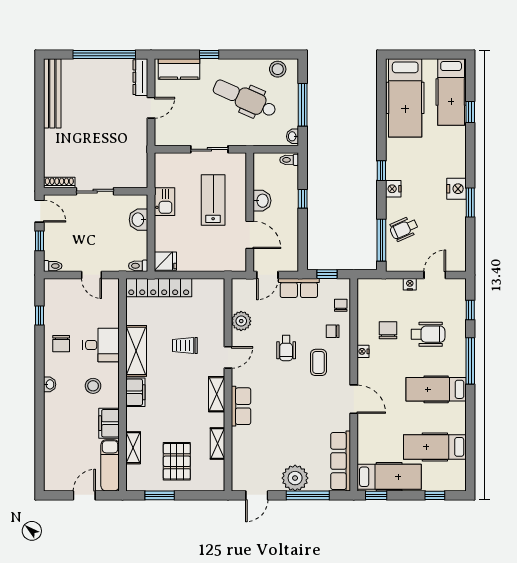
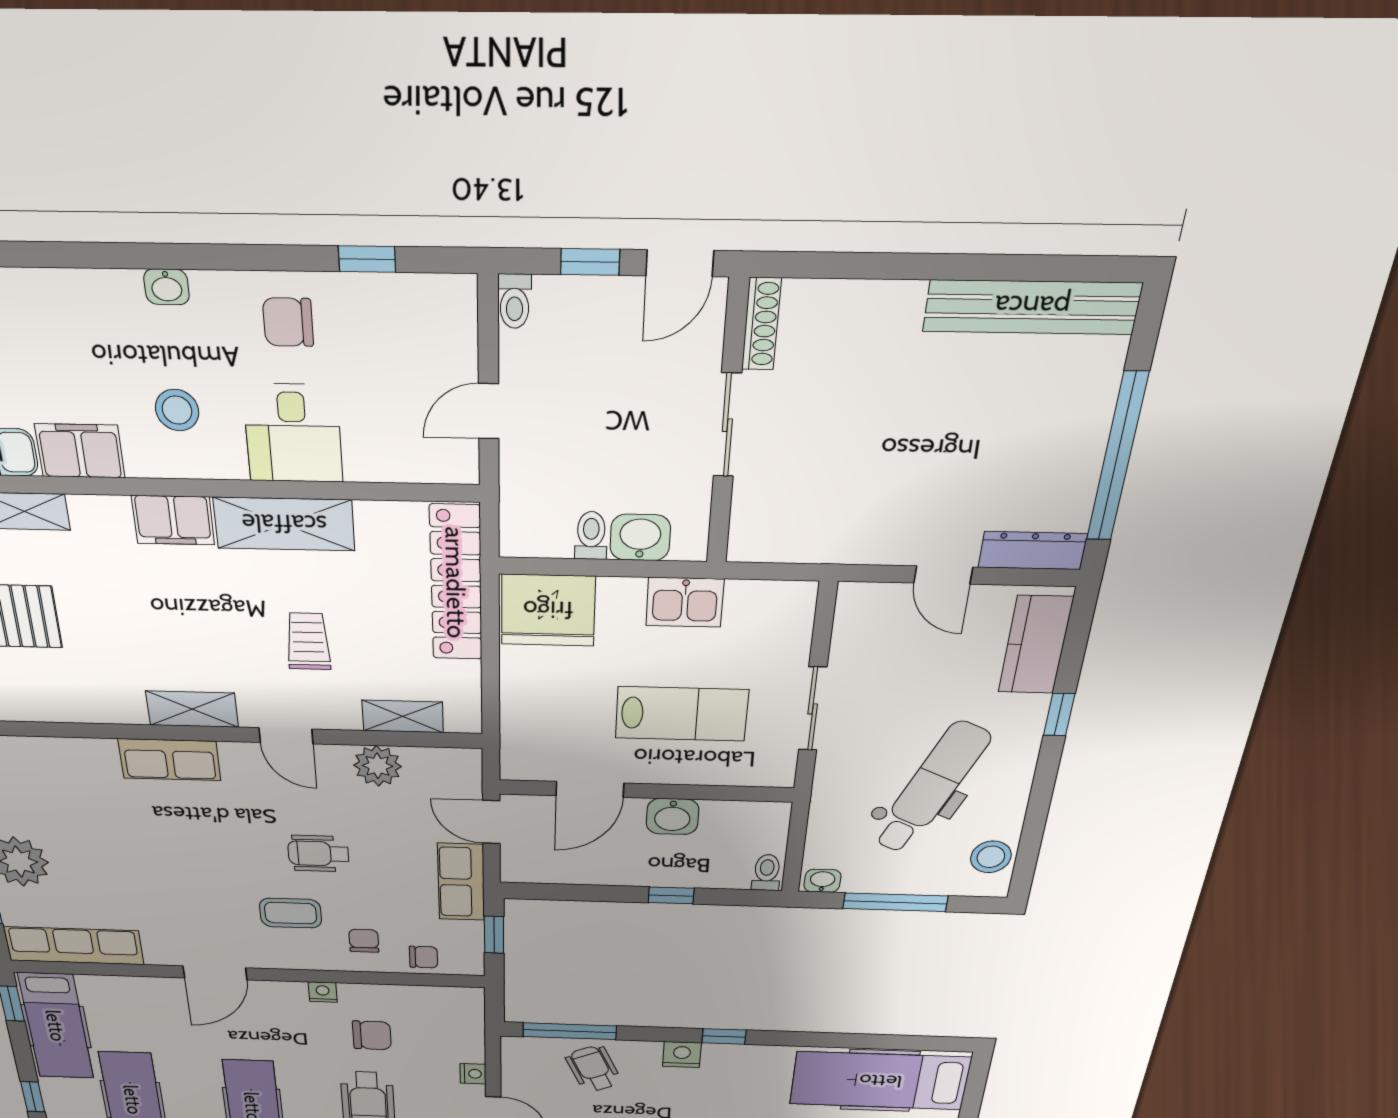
fridge: (165, 261) -> (548, 610), width x1.88, depth x1.34
toilet: (138, 266) -> (591, 536), moved
shelving: (218, 444) -> (403, 716), moved

